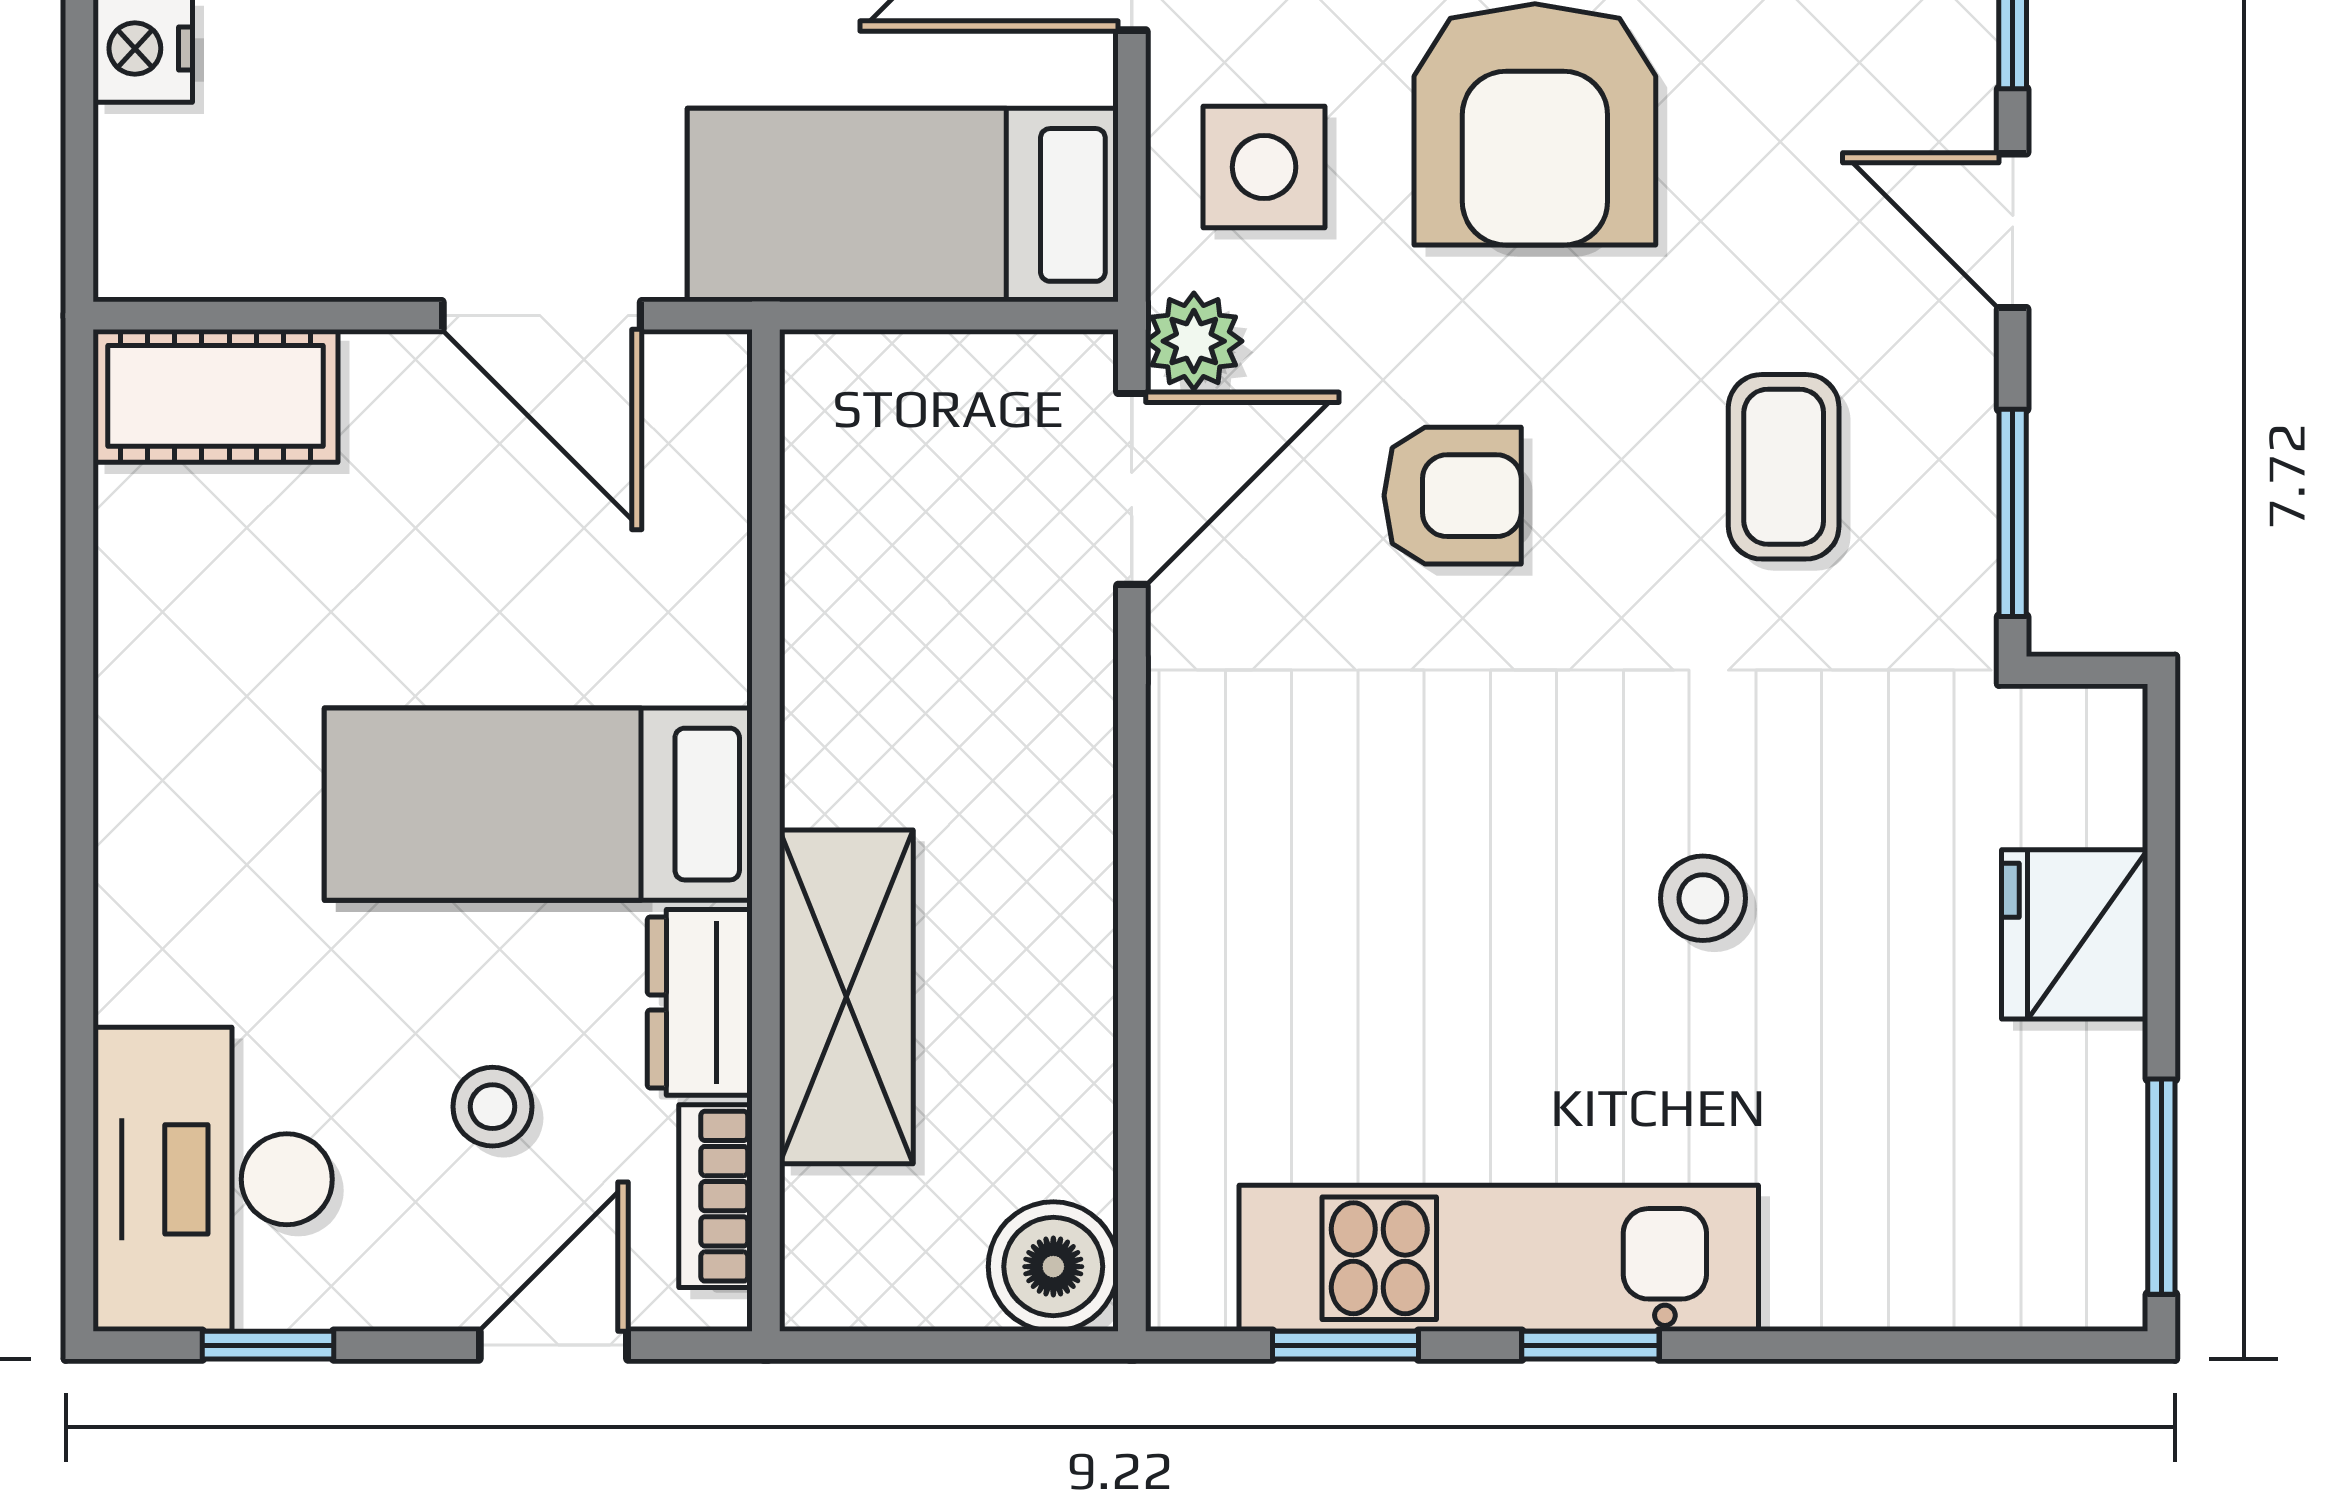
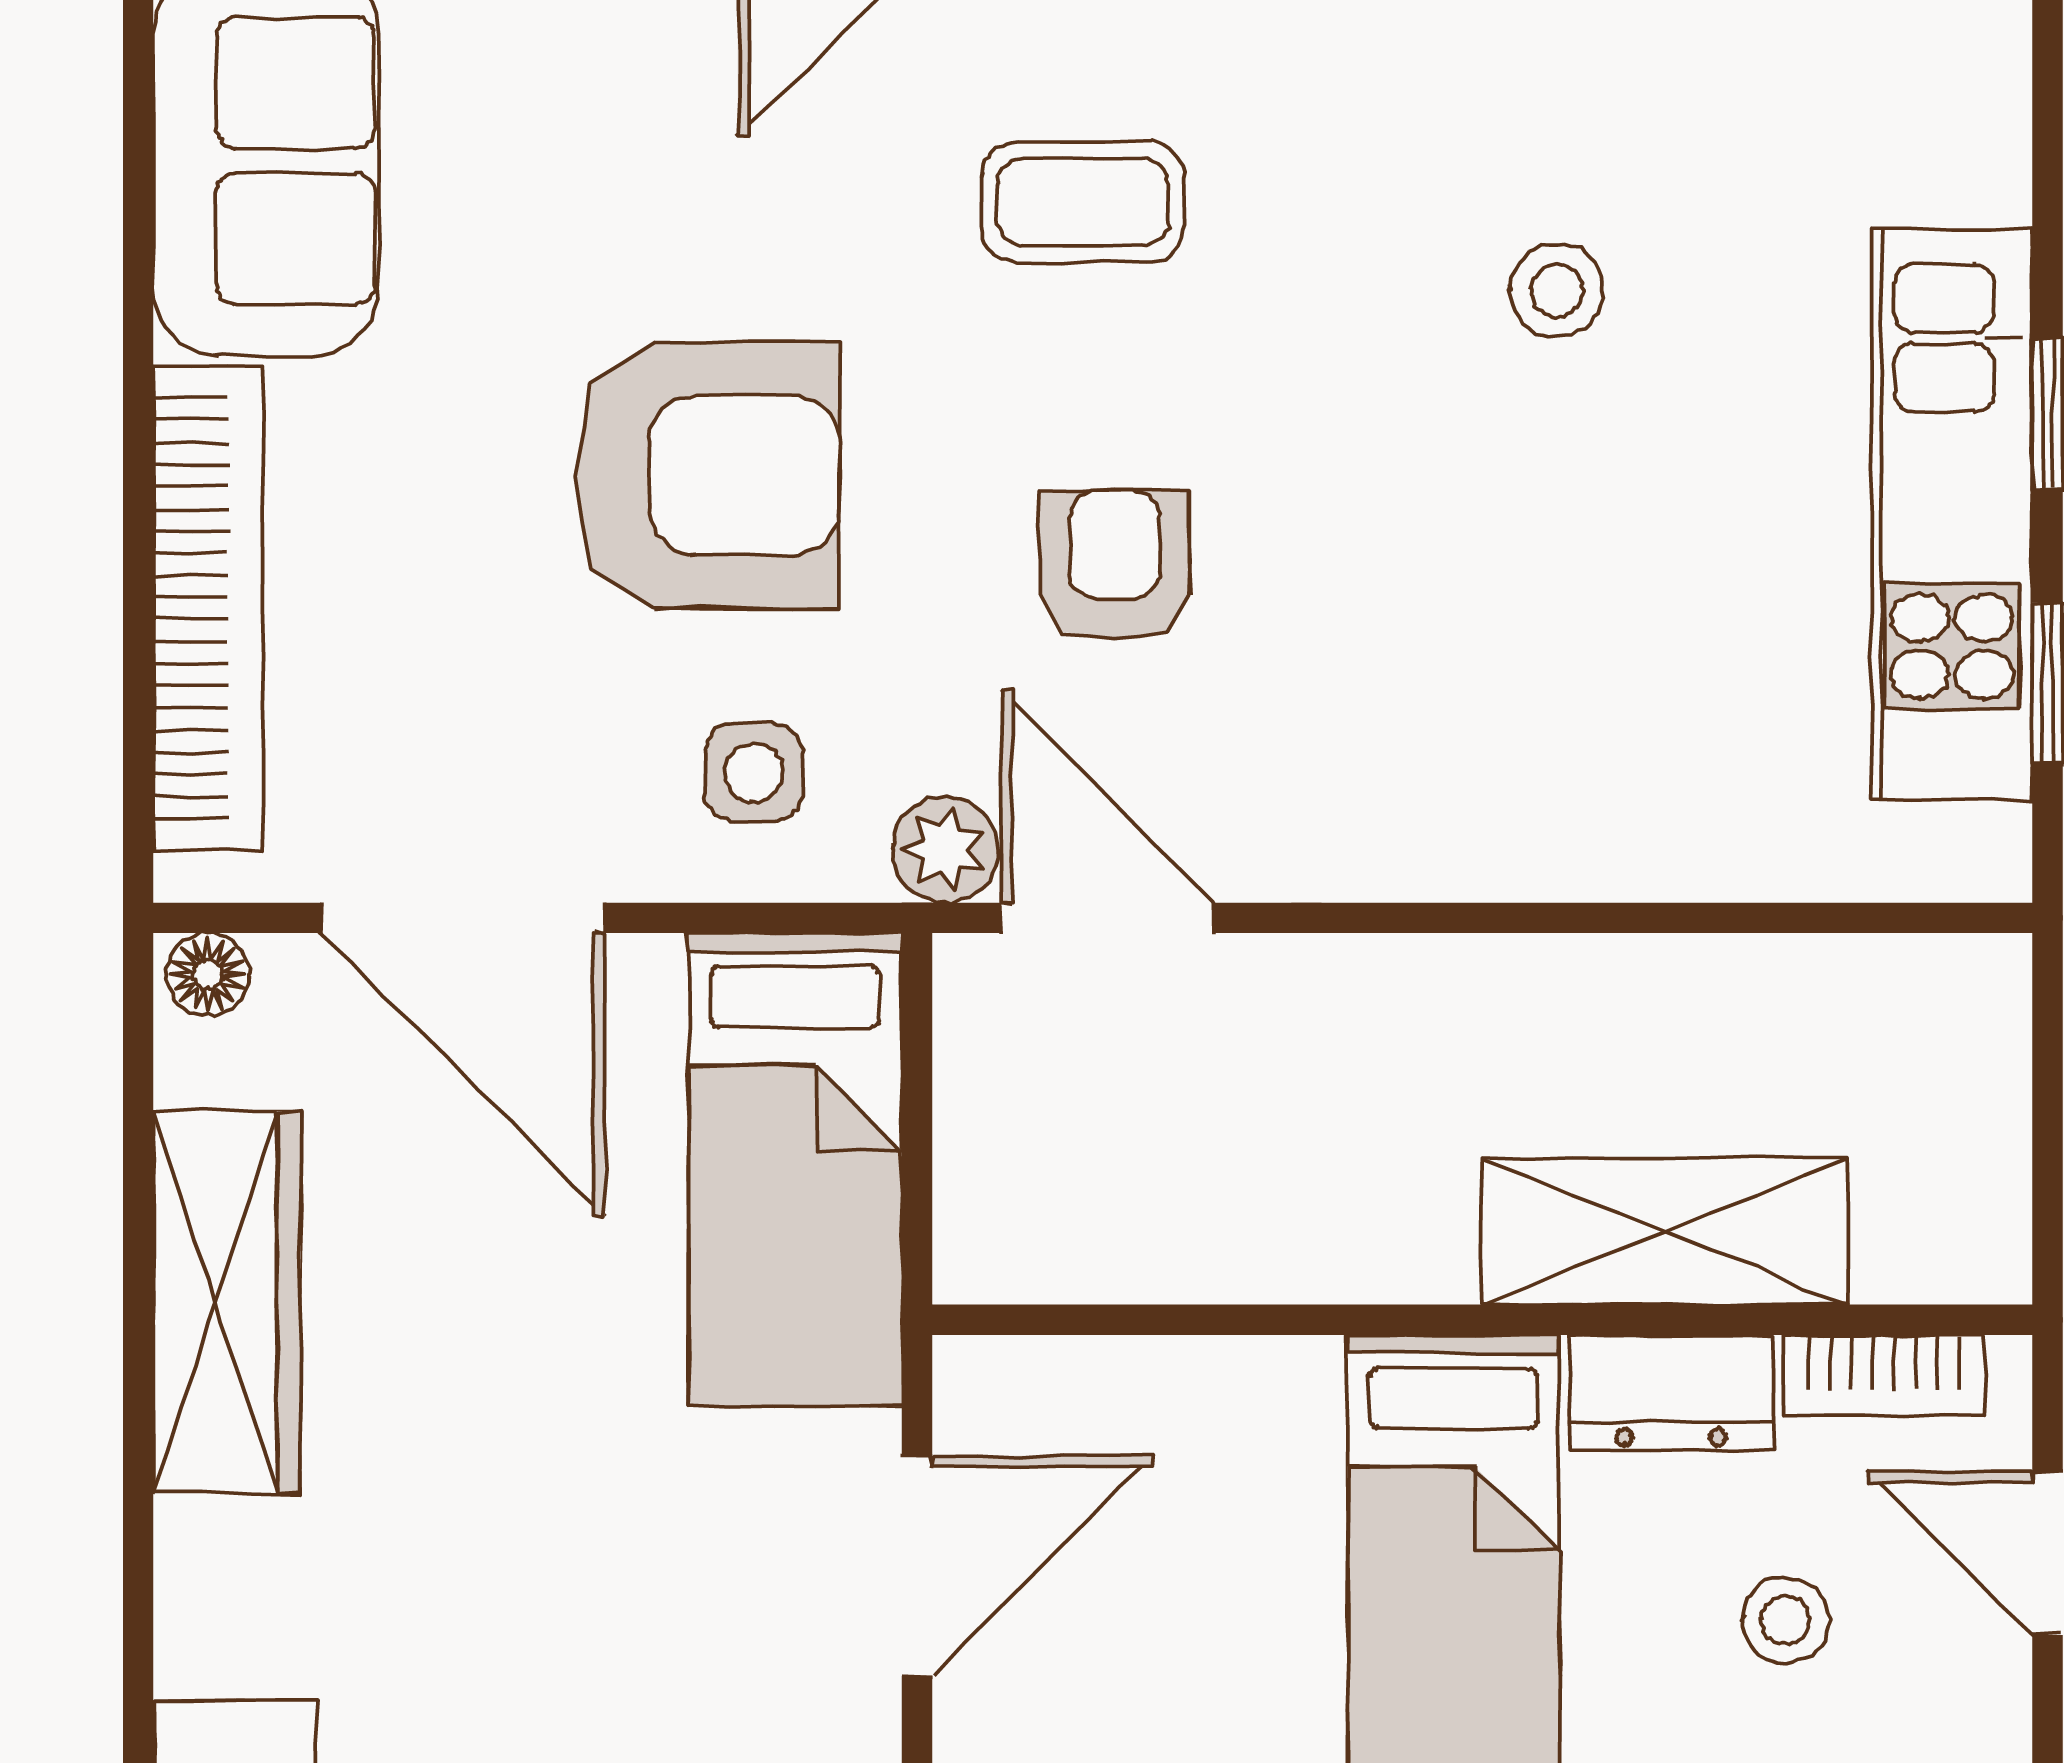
side table: (1264, 167) -> (754, 773), width x0.73, depth x0.73
boiler: (1053, 1267) -> (1961, 1004), removed

